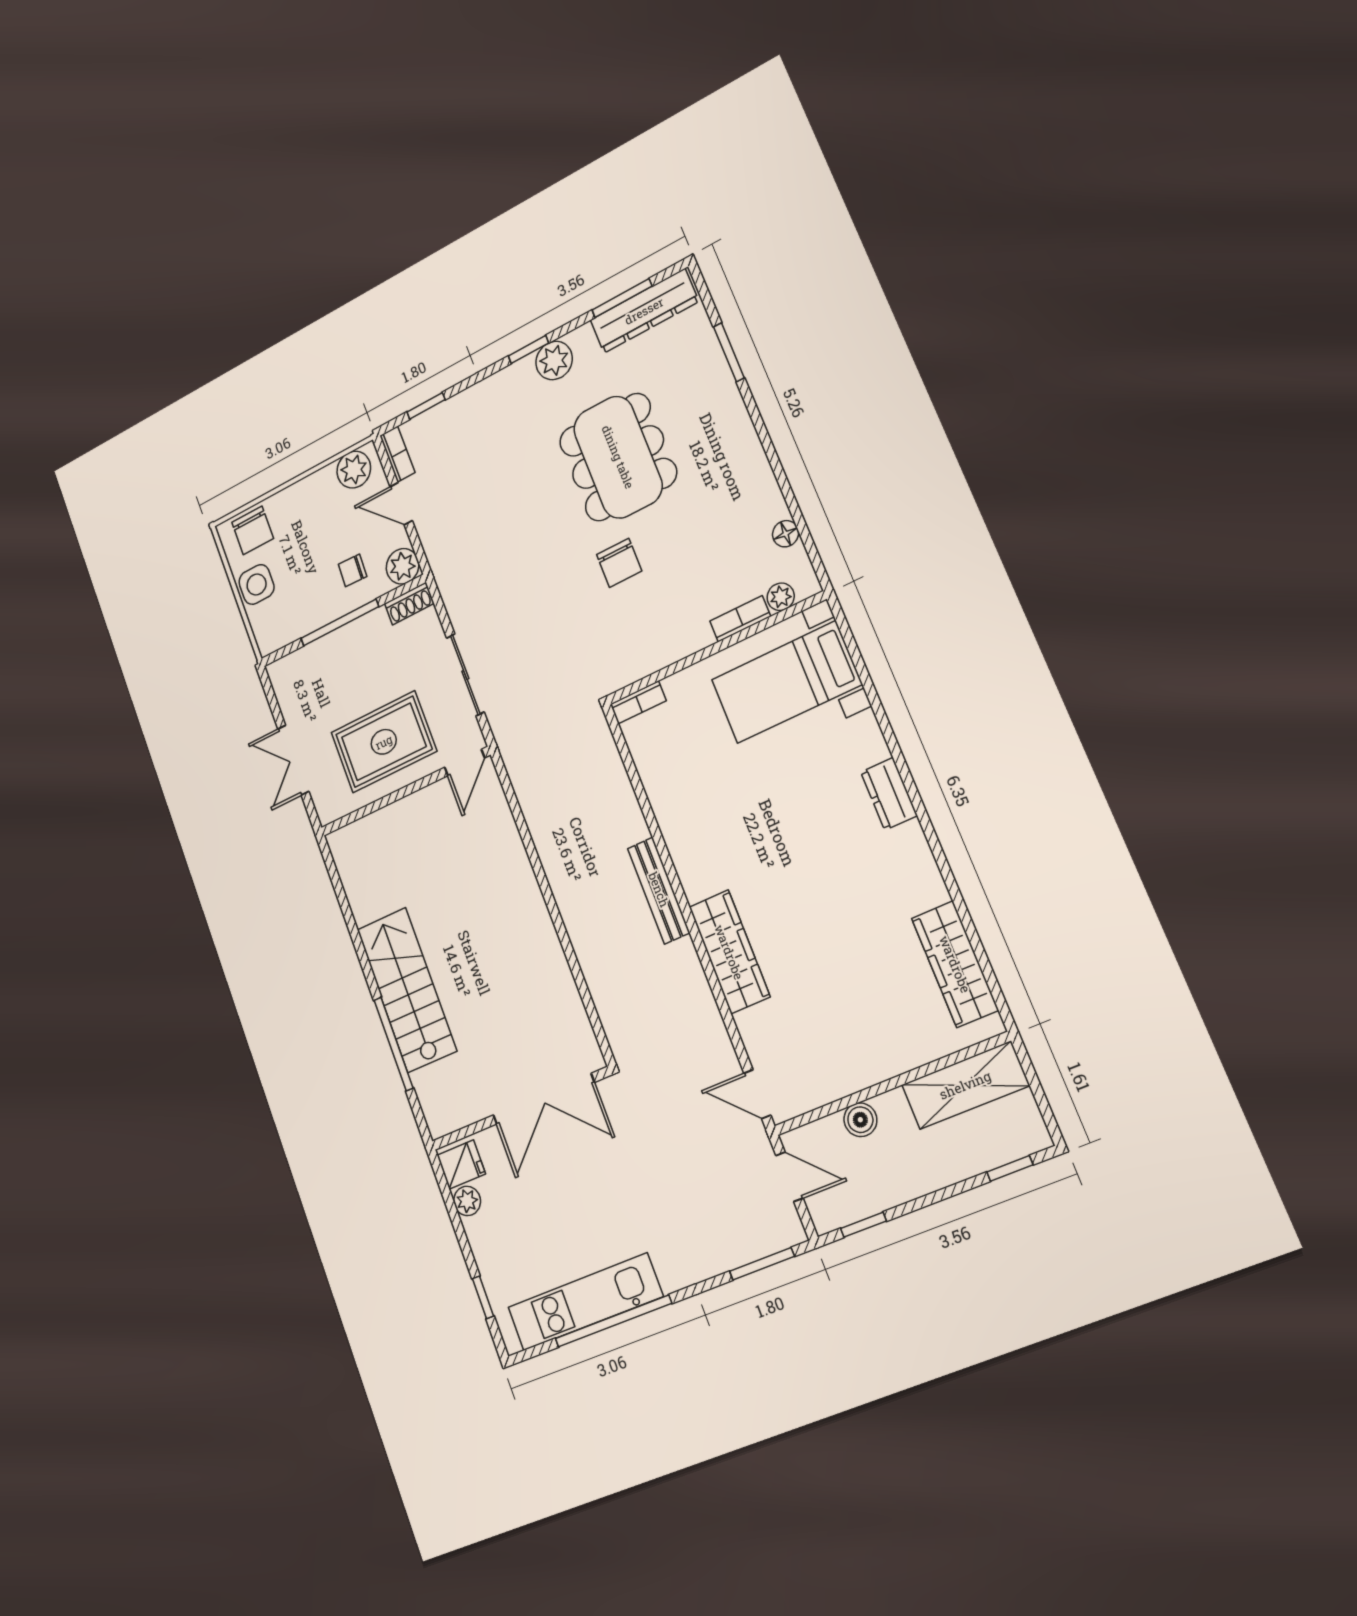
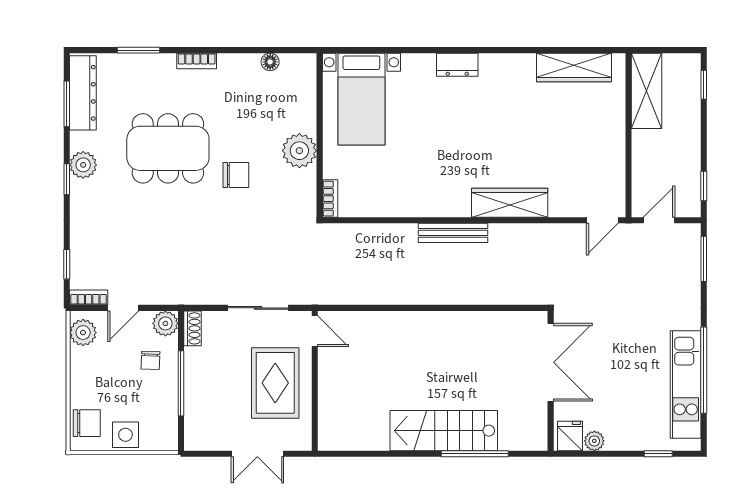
plant: (781, 597) -> (299, 151), moved, width x1.88, depth x1.88
bookcase: (740, 619) -> (197, 61), moved, turned -90
boiler: (860, 1120) -> (642, 162), removed

